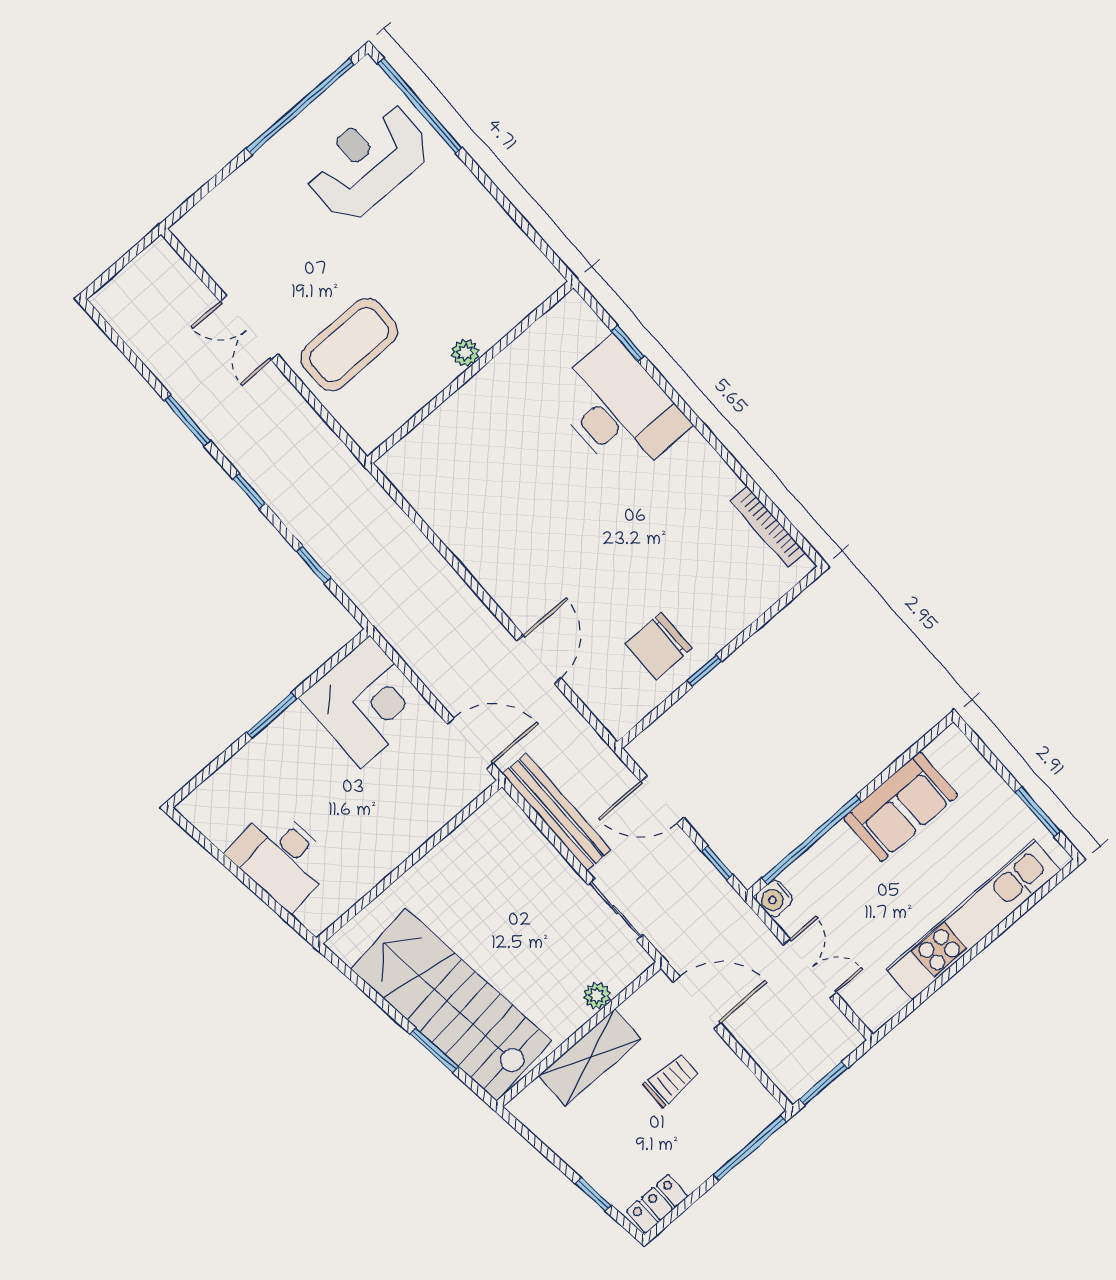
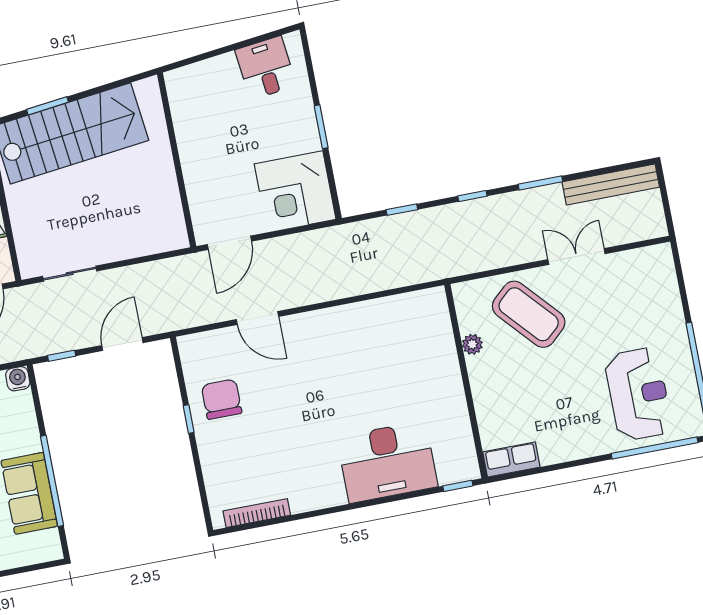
row of seats: (531, 265) -> (511, 459), added
window: (628, 344) -> (458, 486), moved
coffee table: (349, 345) -> (529, 314), turned -42
plant: (465, 353) -> (472, 344), moved
bench: (557, 812) -> (611, 184), moved
window: (812, 840) -> (52, 481), moved
desk: (281, 858) -> (266, 68), moved, width x0.73
plant: (597, 996) -> (22, 230), removed

